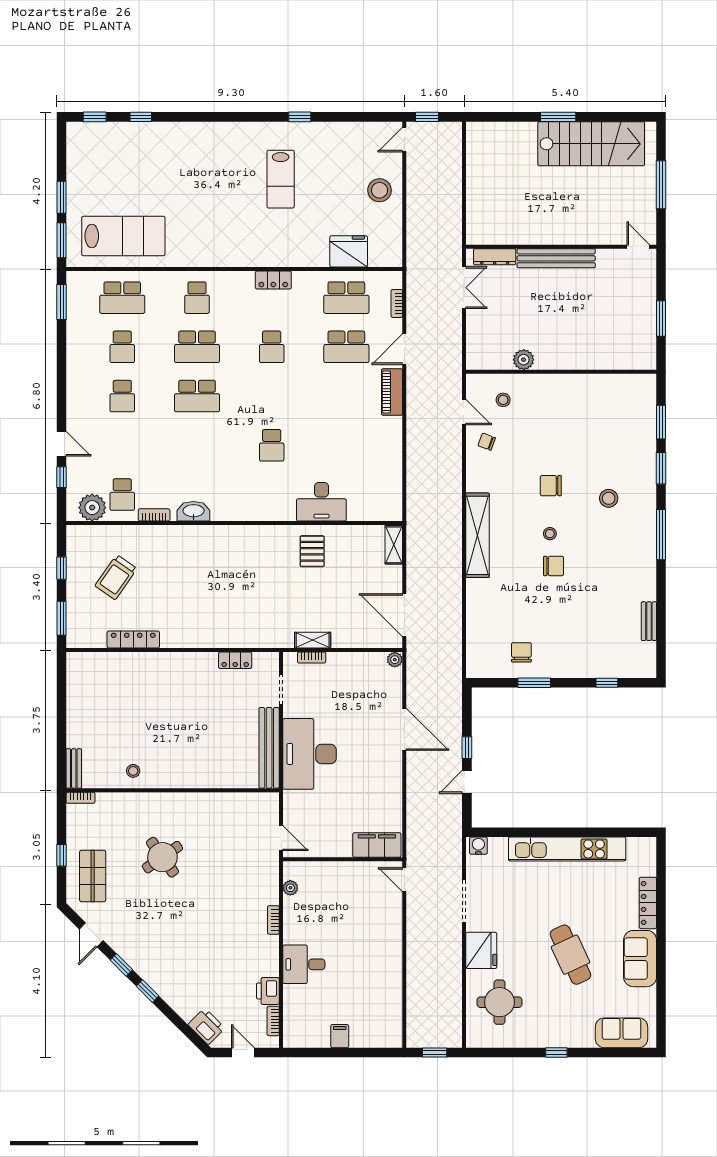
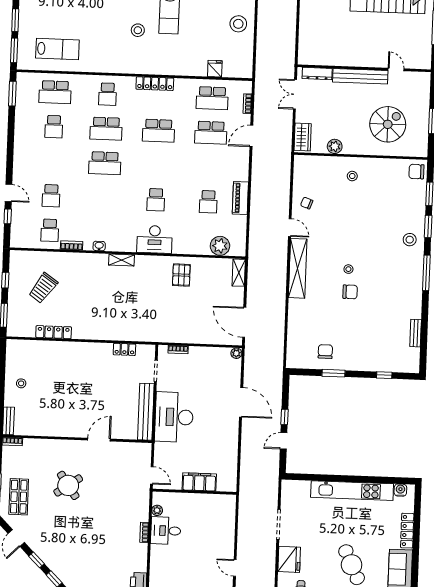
stool: (237, 205) -> (138, 30), added
lab bench: (123, 236) -> (57, 49), width x0.73, depth x0.72
door: (638, 247) -> (396, 69), moved
fridge: (349, 251) -> (215, 69), width x0.53, depth x0.75
locker: (273, 280) -> (155, 84), width x1.53
double door: (464, 288) -> (295, 94), swing flipped
spiral stairs: (598, 325) -> (388, 124), added
school desk: (272, 347) -> (158, 131), width x1.85
wardrobe: (477, 348) -> (303, 137), added
piano: (392, 392) -> (240, 198), moved
school desk: (122, 396) -> (51, 196), moved
stool: (503, 400) -> (352, 176), moved
door: (464, 412) -> (290, 228), moved
school desk: (346, 445) -> (208, 202), added
chair: (551, 486) -> (416, 172), moved
stool: (609, 498) -> (410, 240), moved
desk: (321, 502) -> (155, 239), moved
plant: (92, 508) -> (220, 246), moved
washbasin: (193, 511) -> (99, 246), width x0.52, depth x0.69
shelving: (313, 640) -> (121, 260), moved
stool: (133, 771) -> (21, 383), moved
door: (204, 790) -> (99, 440), added
filing cabinet: (377, 845) -> (199, 482), moved
water cooler: (478, 846) -> (400, 490), moved
door: (404, 880) -> (235, 568), moved
desk: (304, 964) -> (166, 531), moved

